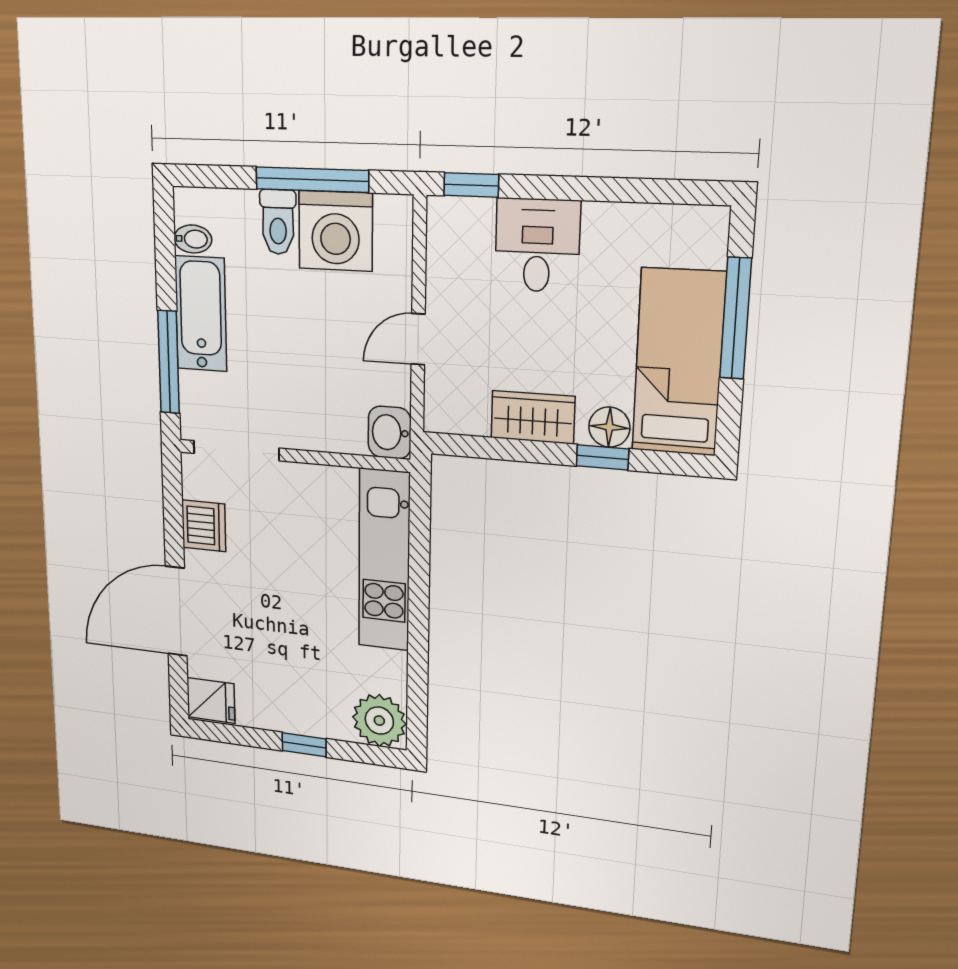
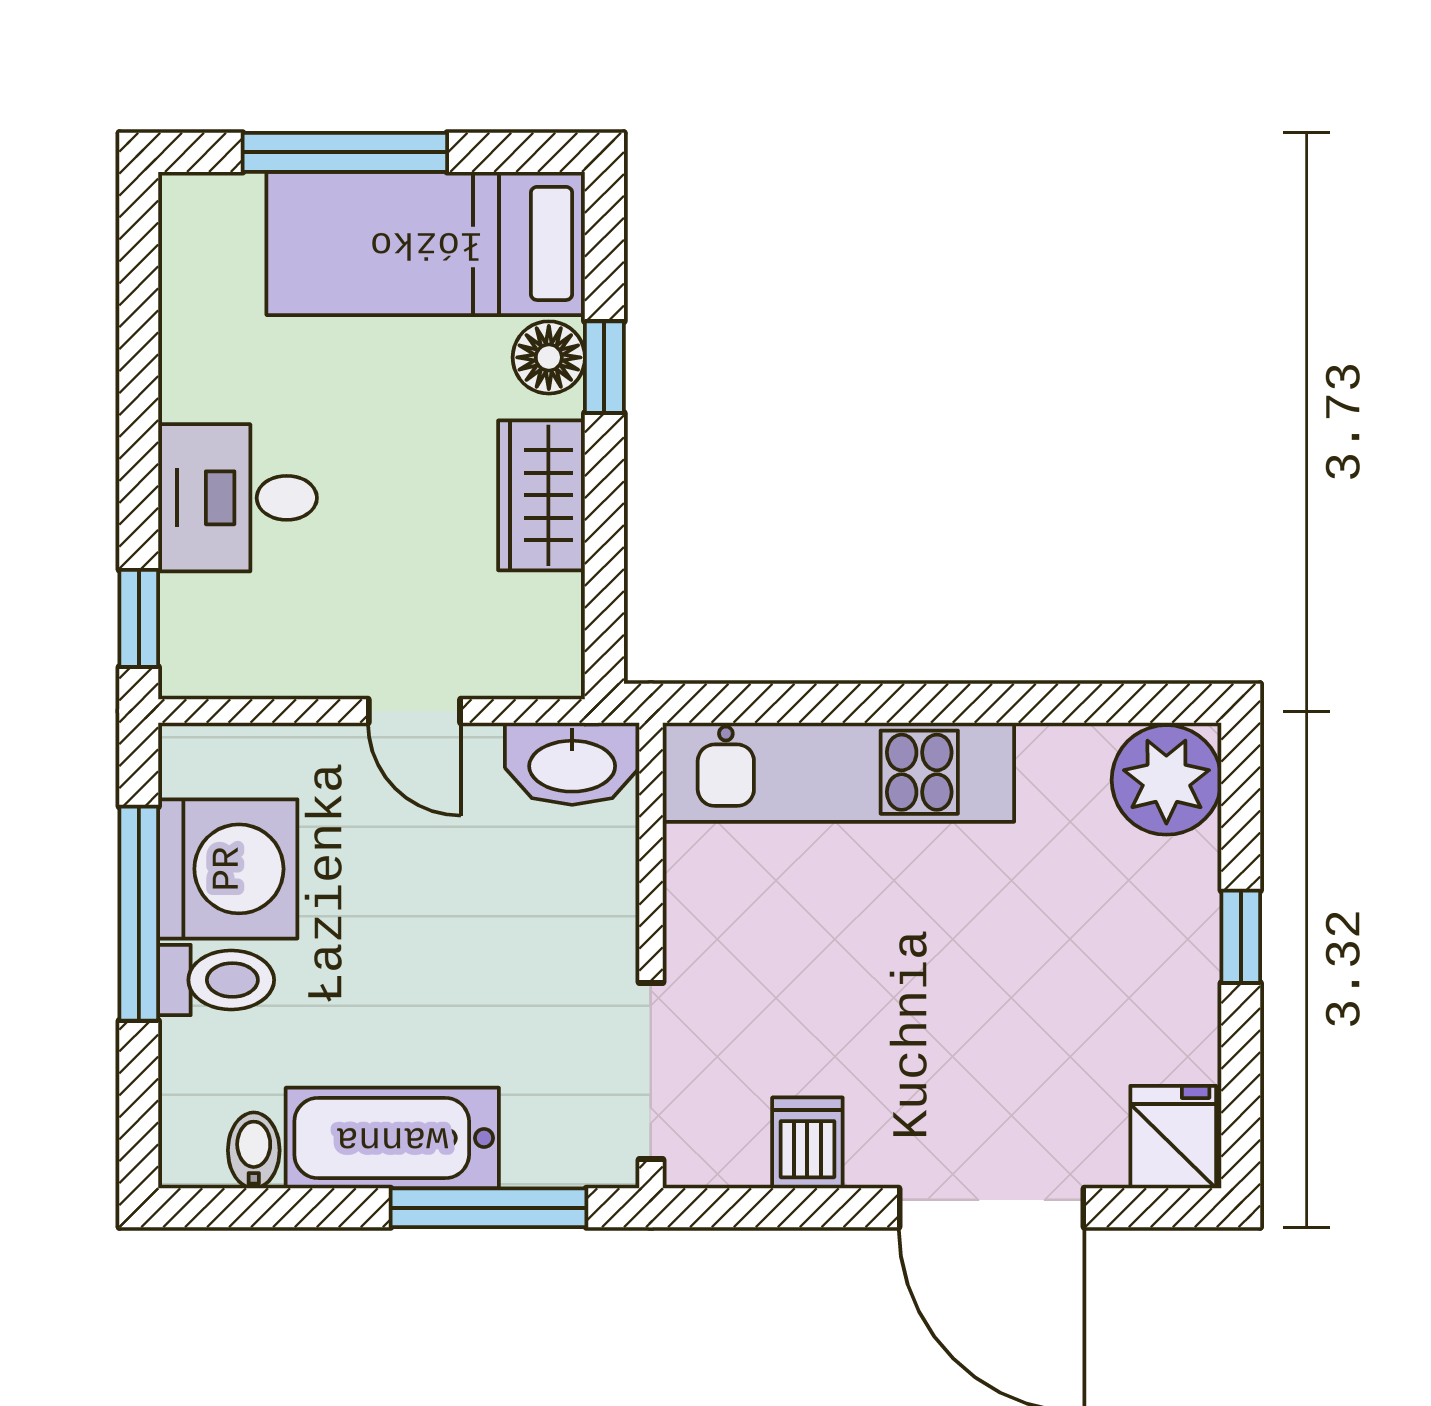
washbasin: (390, 432) -> (572, 764), width x1.38
dishwasher: (204, 526) -> (807, 1143), width x0.73

